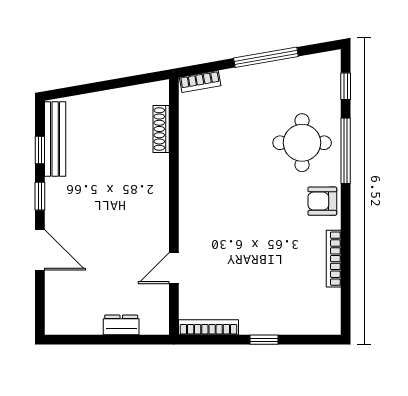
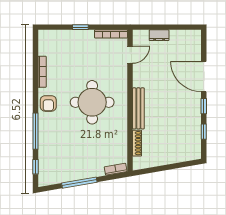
bench: (55, 139) -> (138, 108), moved
round table: (302, 143) -> (92, 102), moved, width x1.36, depth x1.36
armchair: (322, 201) -> (48, 103), turned 90
door: (40, 250) -> (204, 77), width x1.36
door: (174, 268) -> (130, 55), moved

